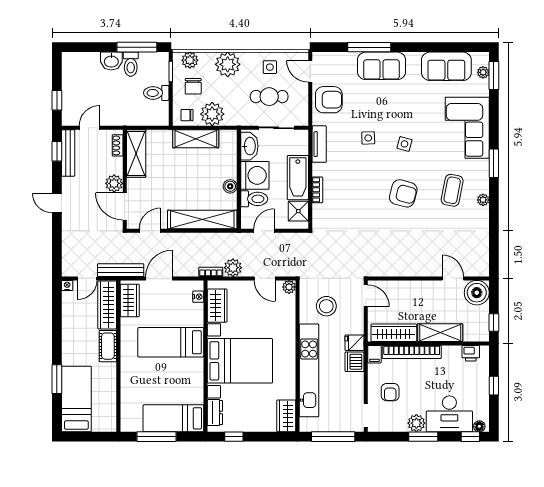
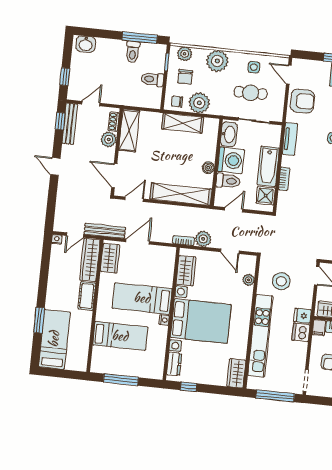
washbasin: (111, 61) -> (86, 44), moved
plant: (114, 183) -> (109, 139), moved
plant: (289, 287) -> (248, 280), moved
nightstand: (198, 297) -> (164, 320), moved
bed: (173, 418) -> (120, 336), moved, turned 180

